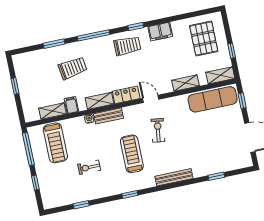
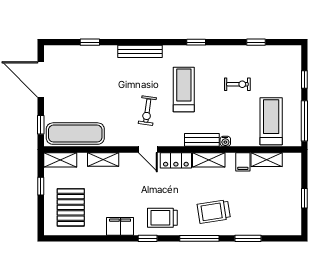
trolley: (73, 68) -> (214, 212), moved
treadmill: (132, 154) -> (184, 89), turned 180

